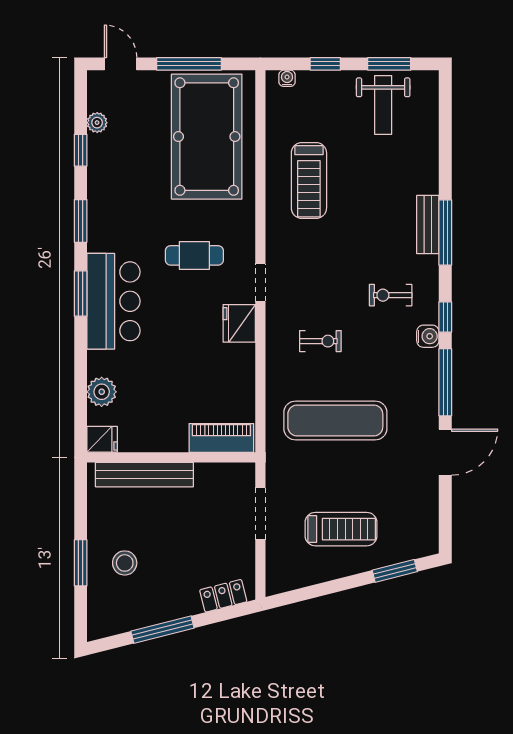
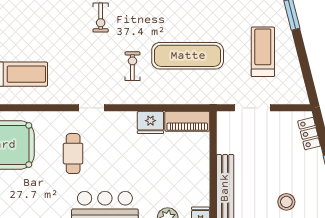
fridge: (239, 323) -> (150, 122), moved
exercise mat: (335, 420) -> (188, 56), turned 90
piano: (221, 438) -> (187, 121), moved, turned -90

